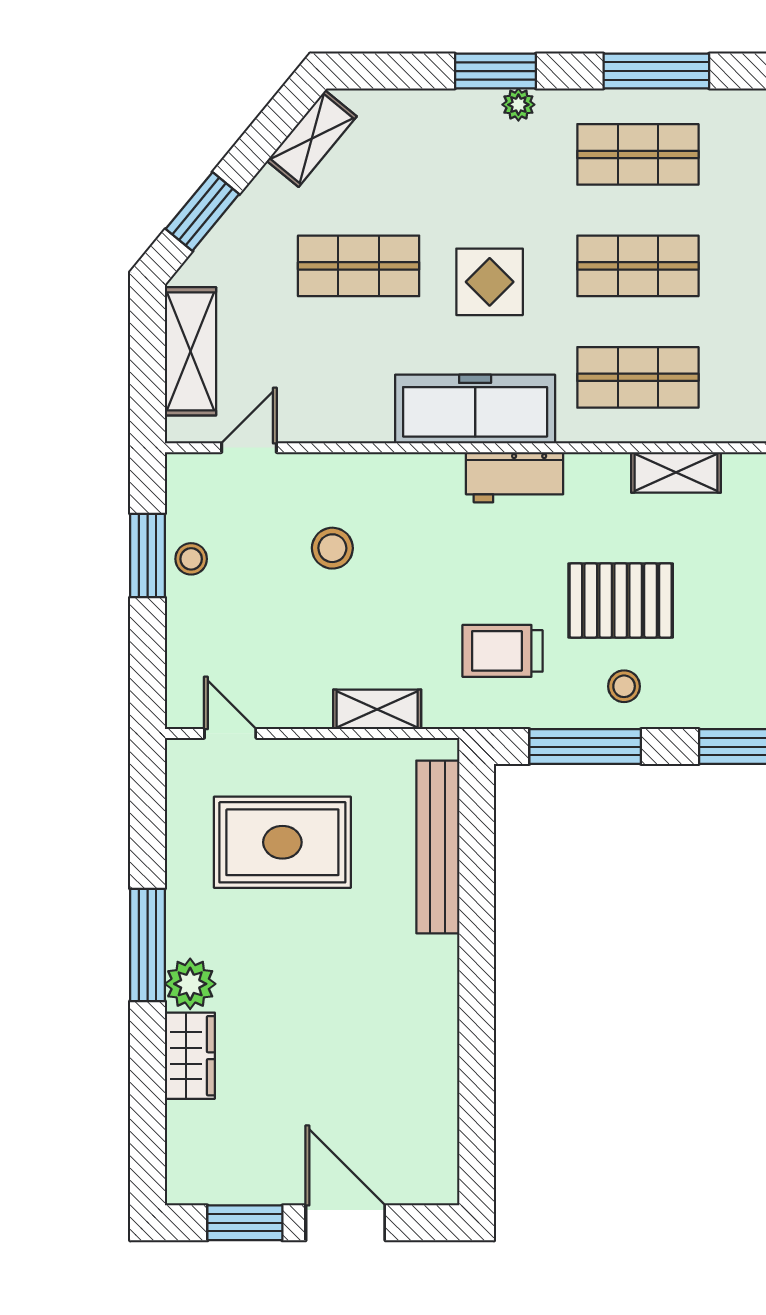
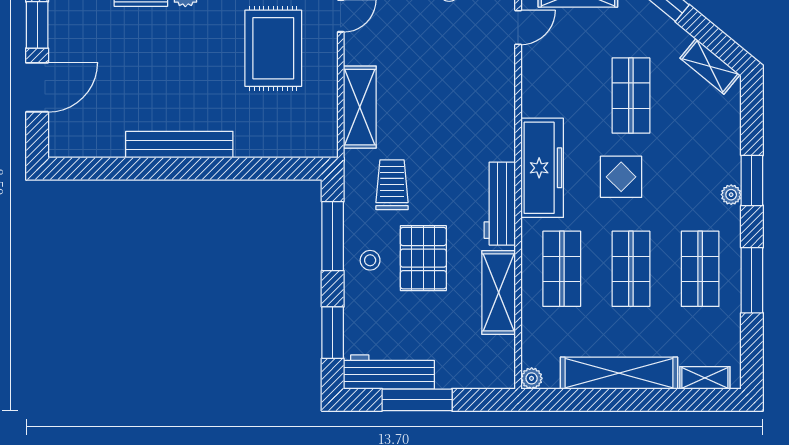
door: (249, 448) -> (518, 27), hinge flipped
shelving: (676, 472) -> (499, 292), width x1.50, depth x1.33
workbench: (515, 477) -> (500, 204), width x1.38
stool: (332, 548) -> (456, 79), removed
shelving: (377, 709) -> (360, 107), width x1.50, depth x1.33
bench: (438, 847) -> (179, 145), moved

